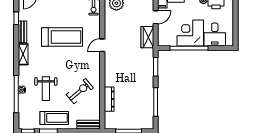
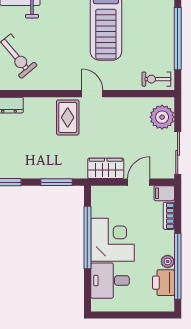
door: (156, 17) -> (139, 182), swing flipped
rug: (117, 60) -> (68, 117), added

